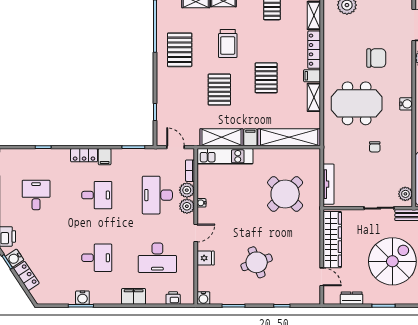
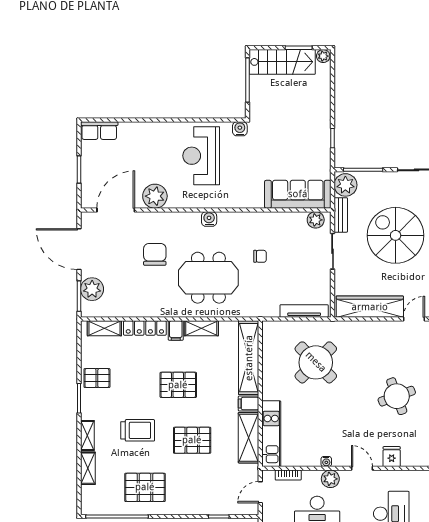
meeting table: (357, 103) -> (208, 278), turned 90
plant: (187, 190) -> (311, 479), removed

